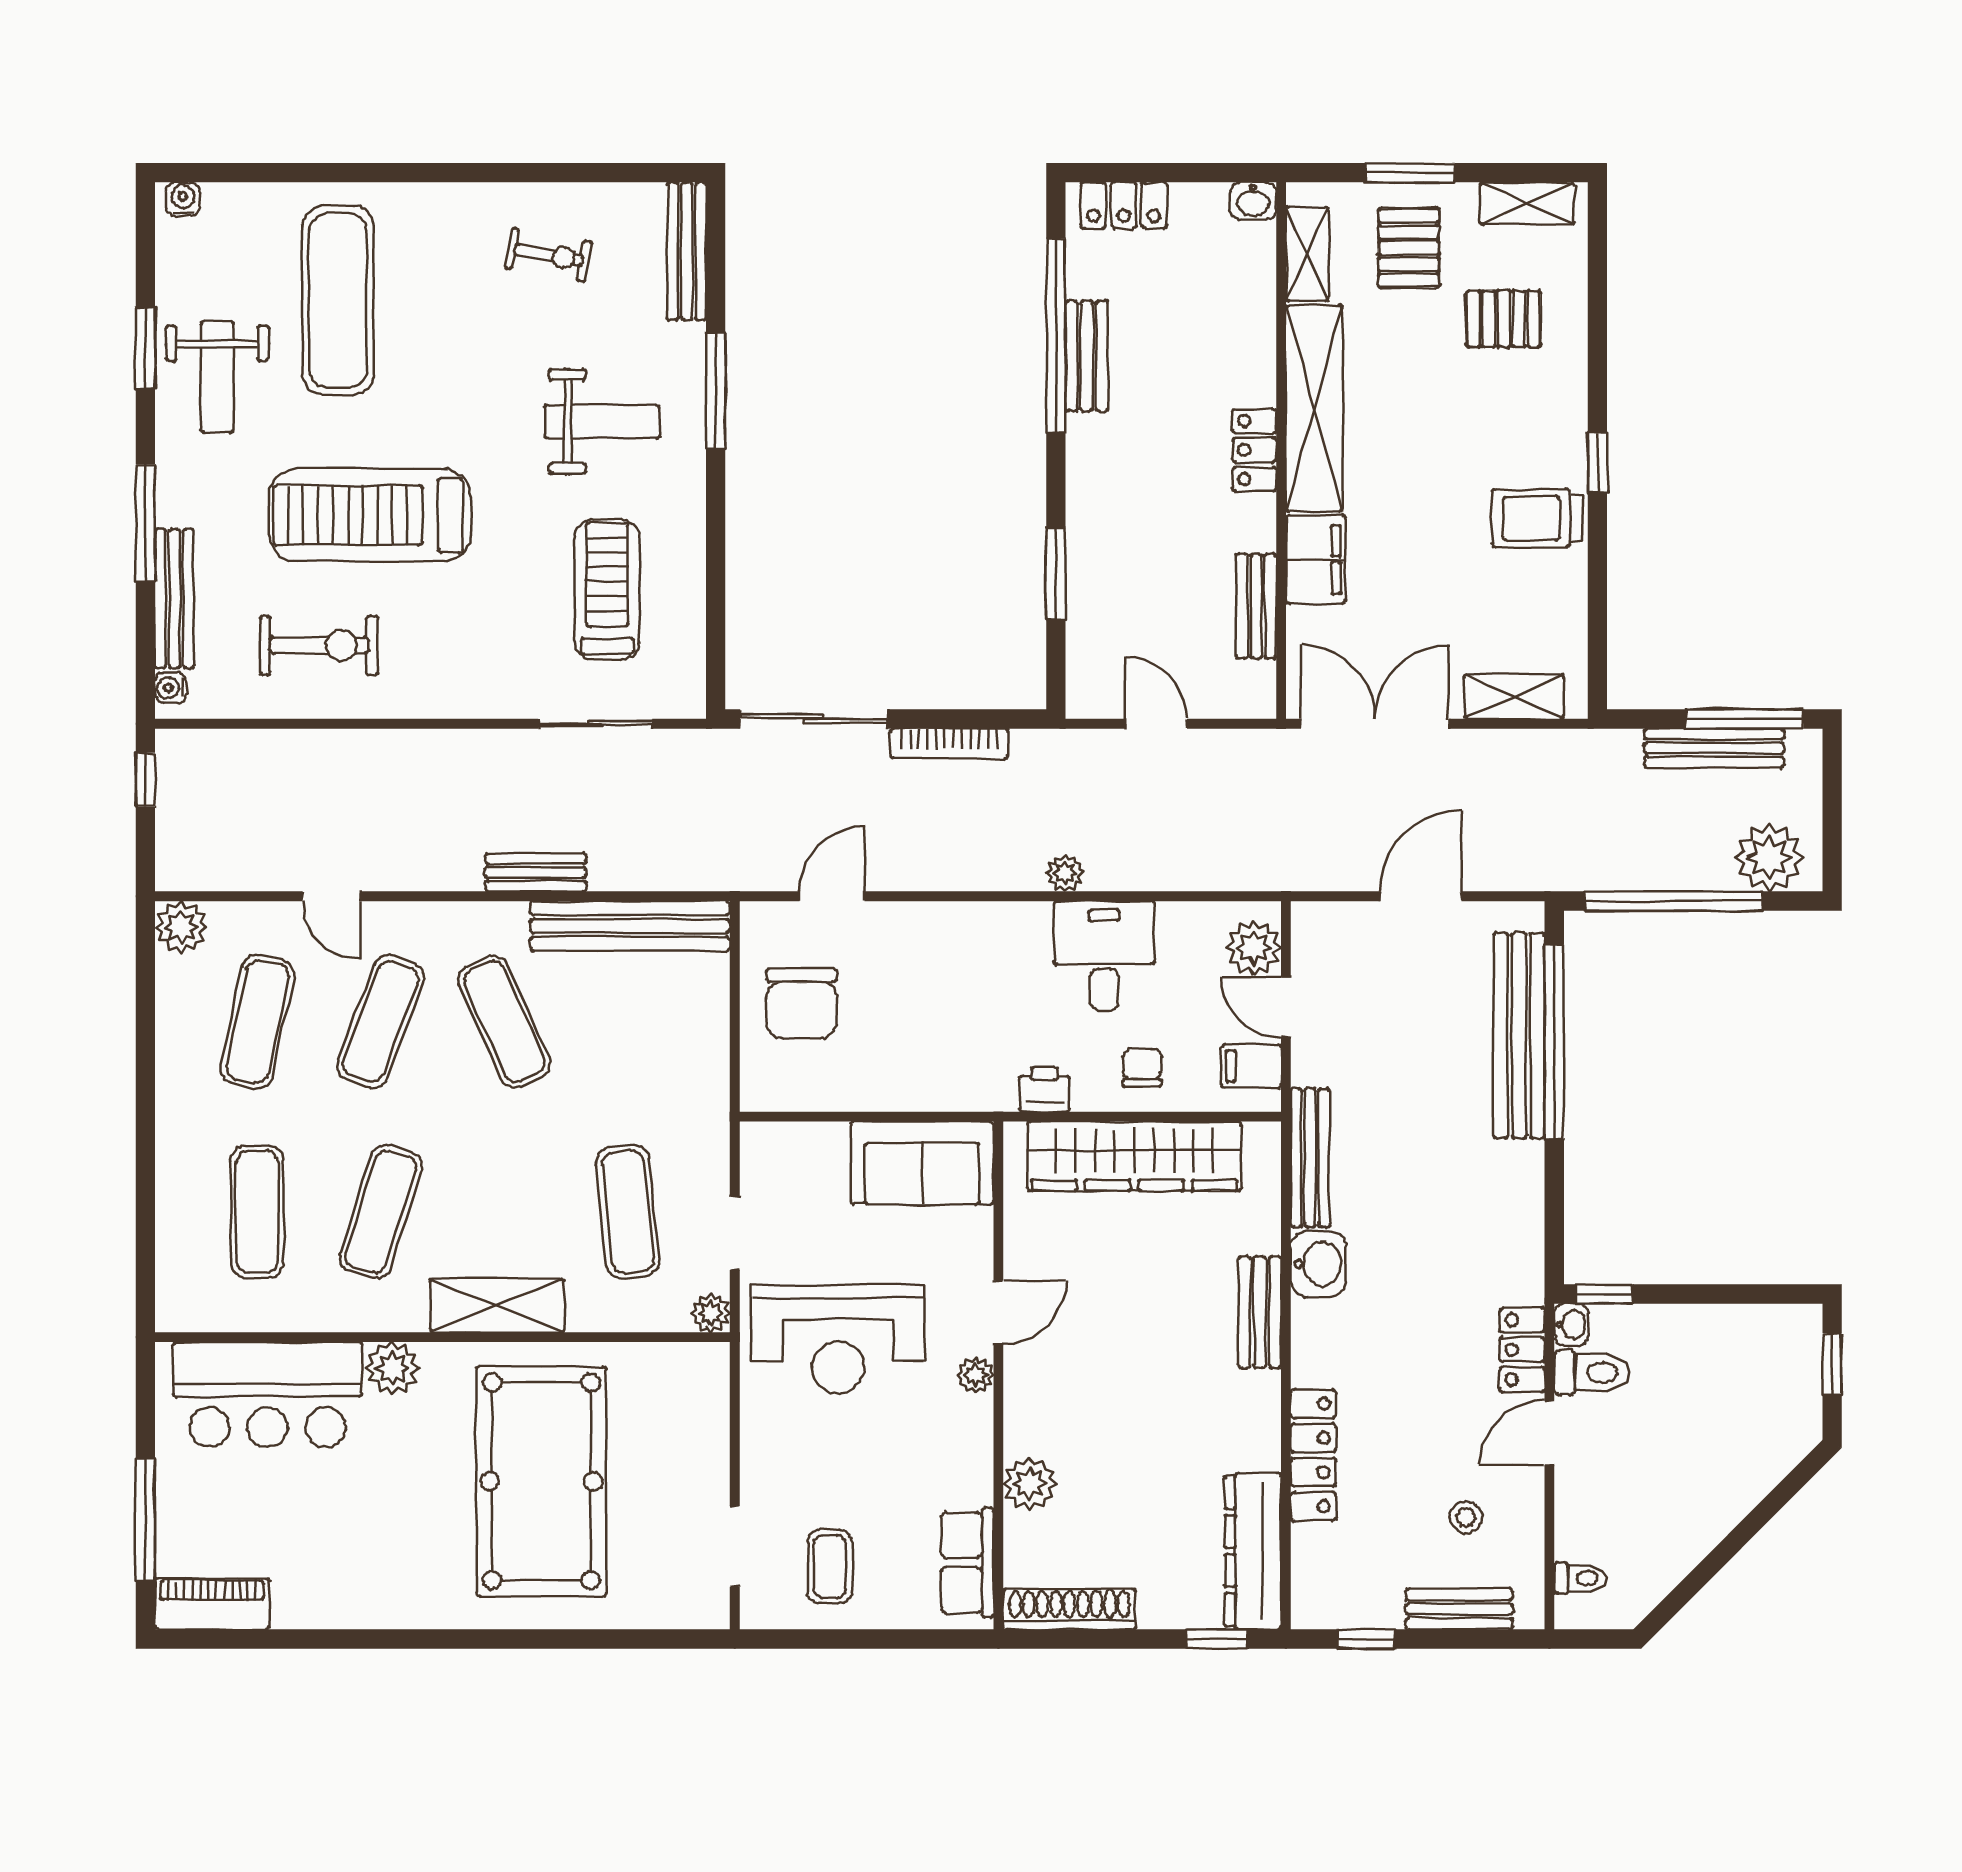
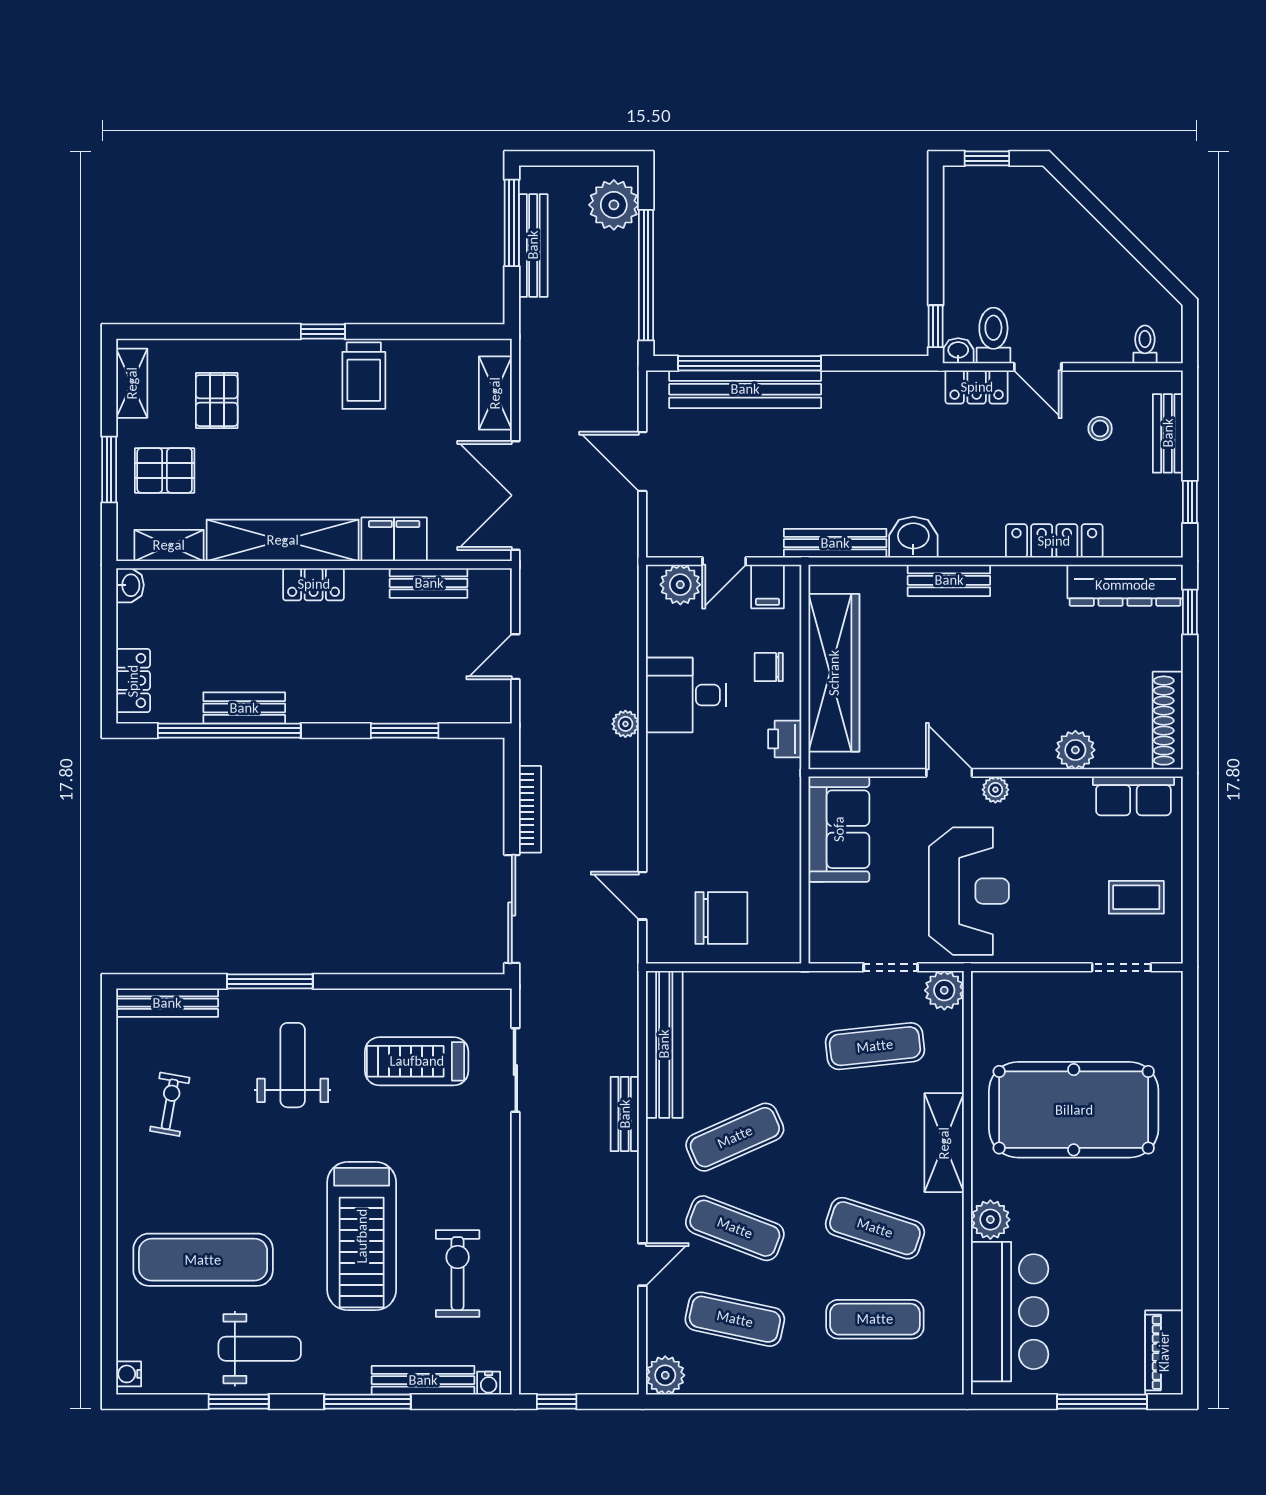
plant: (711, 1313) -> (944, 990), width x1.38, depth x1.38

